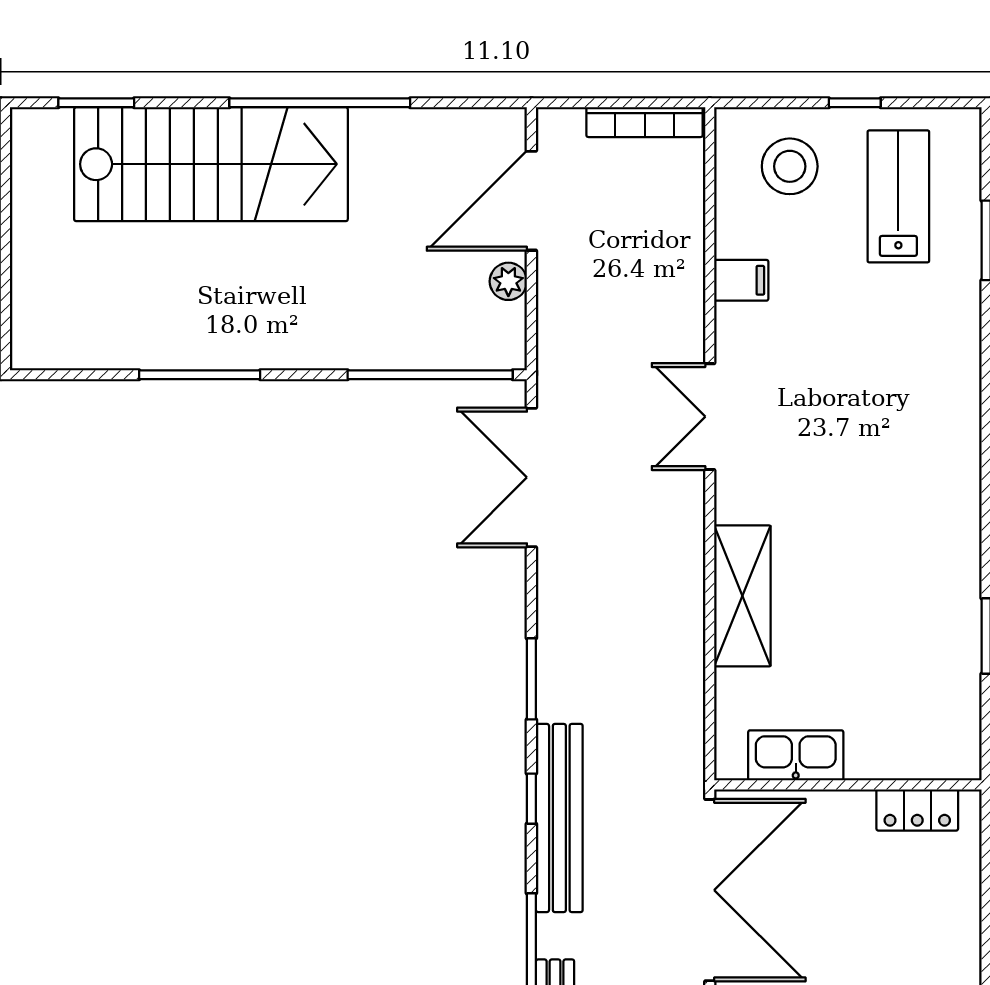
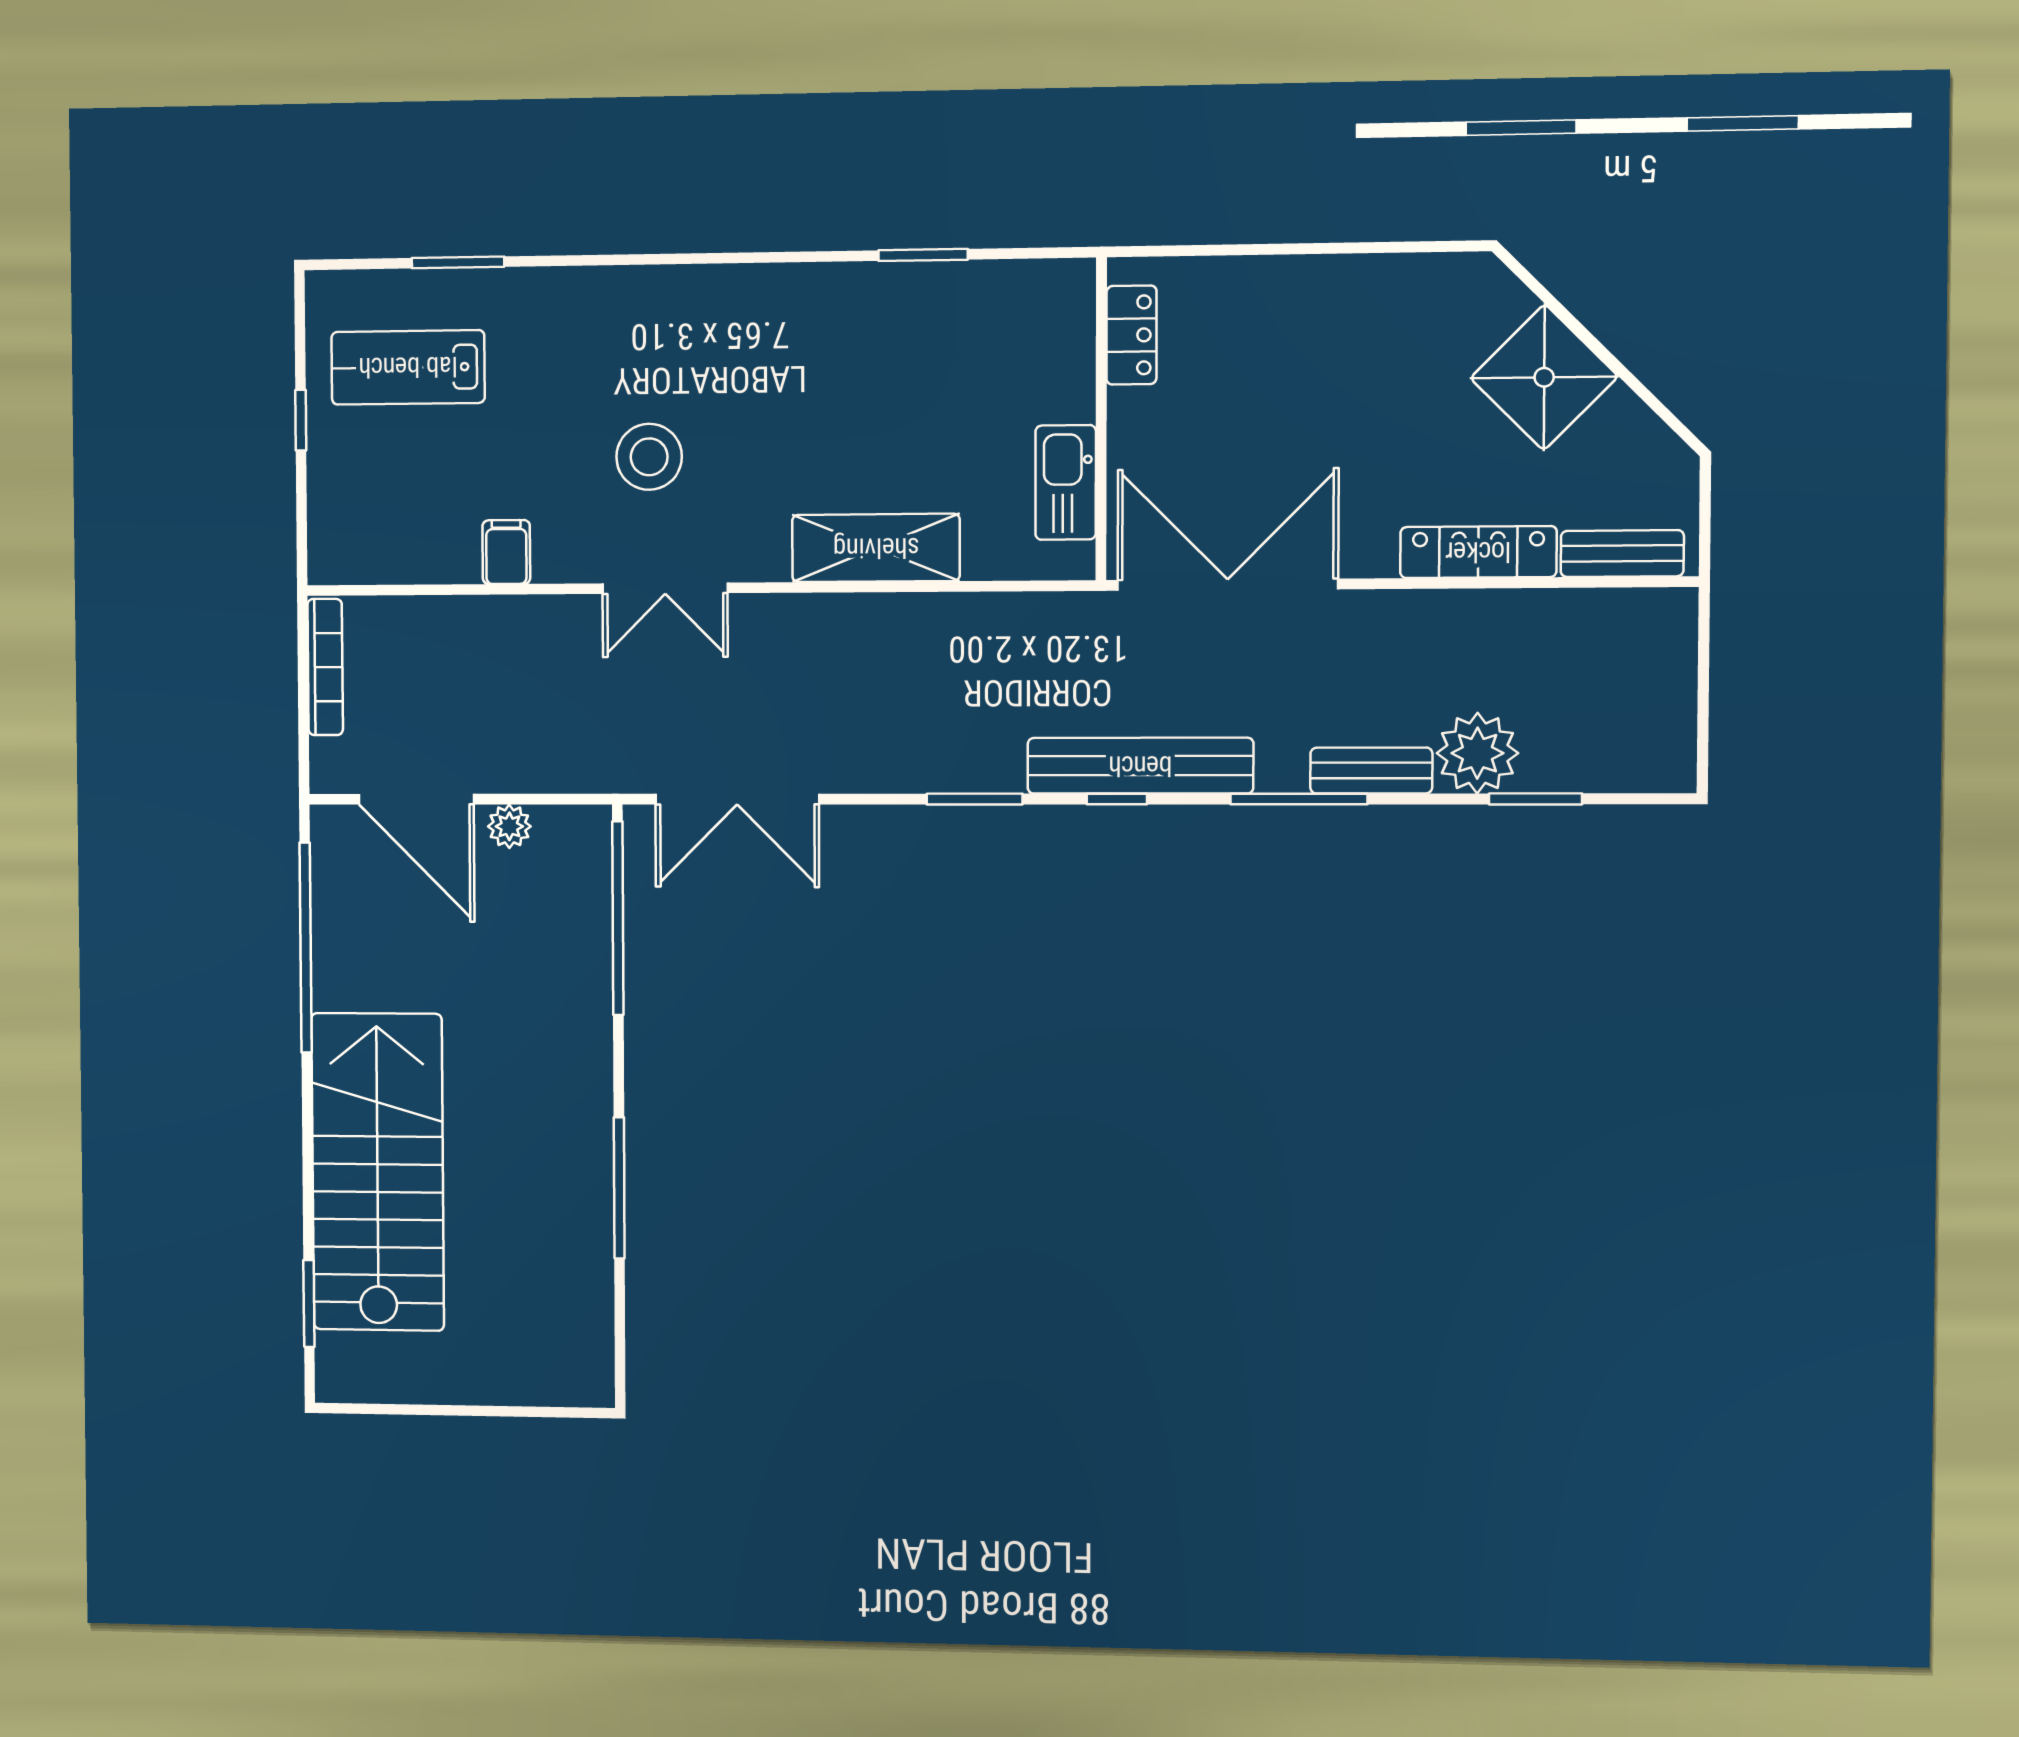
window: (320, 103) -> (306, 948), moved
stool: (790, 166) -> (649, 457), moved

